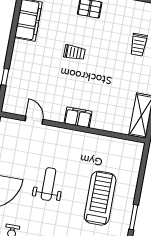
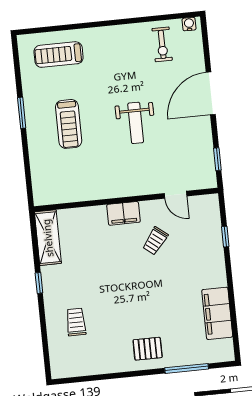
trolley: (74, 52) -> (155, 241), moved, turned -52
treadmill: (100, 198) -> (69, 124), width x0.73, depth x0.73

